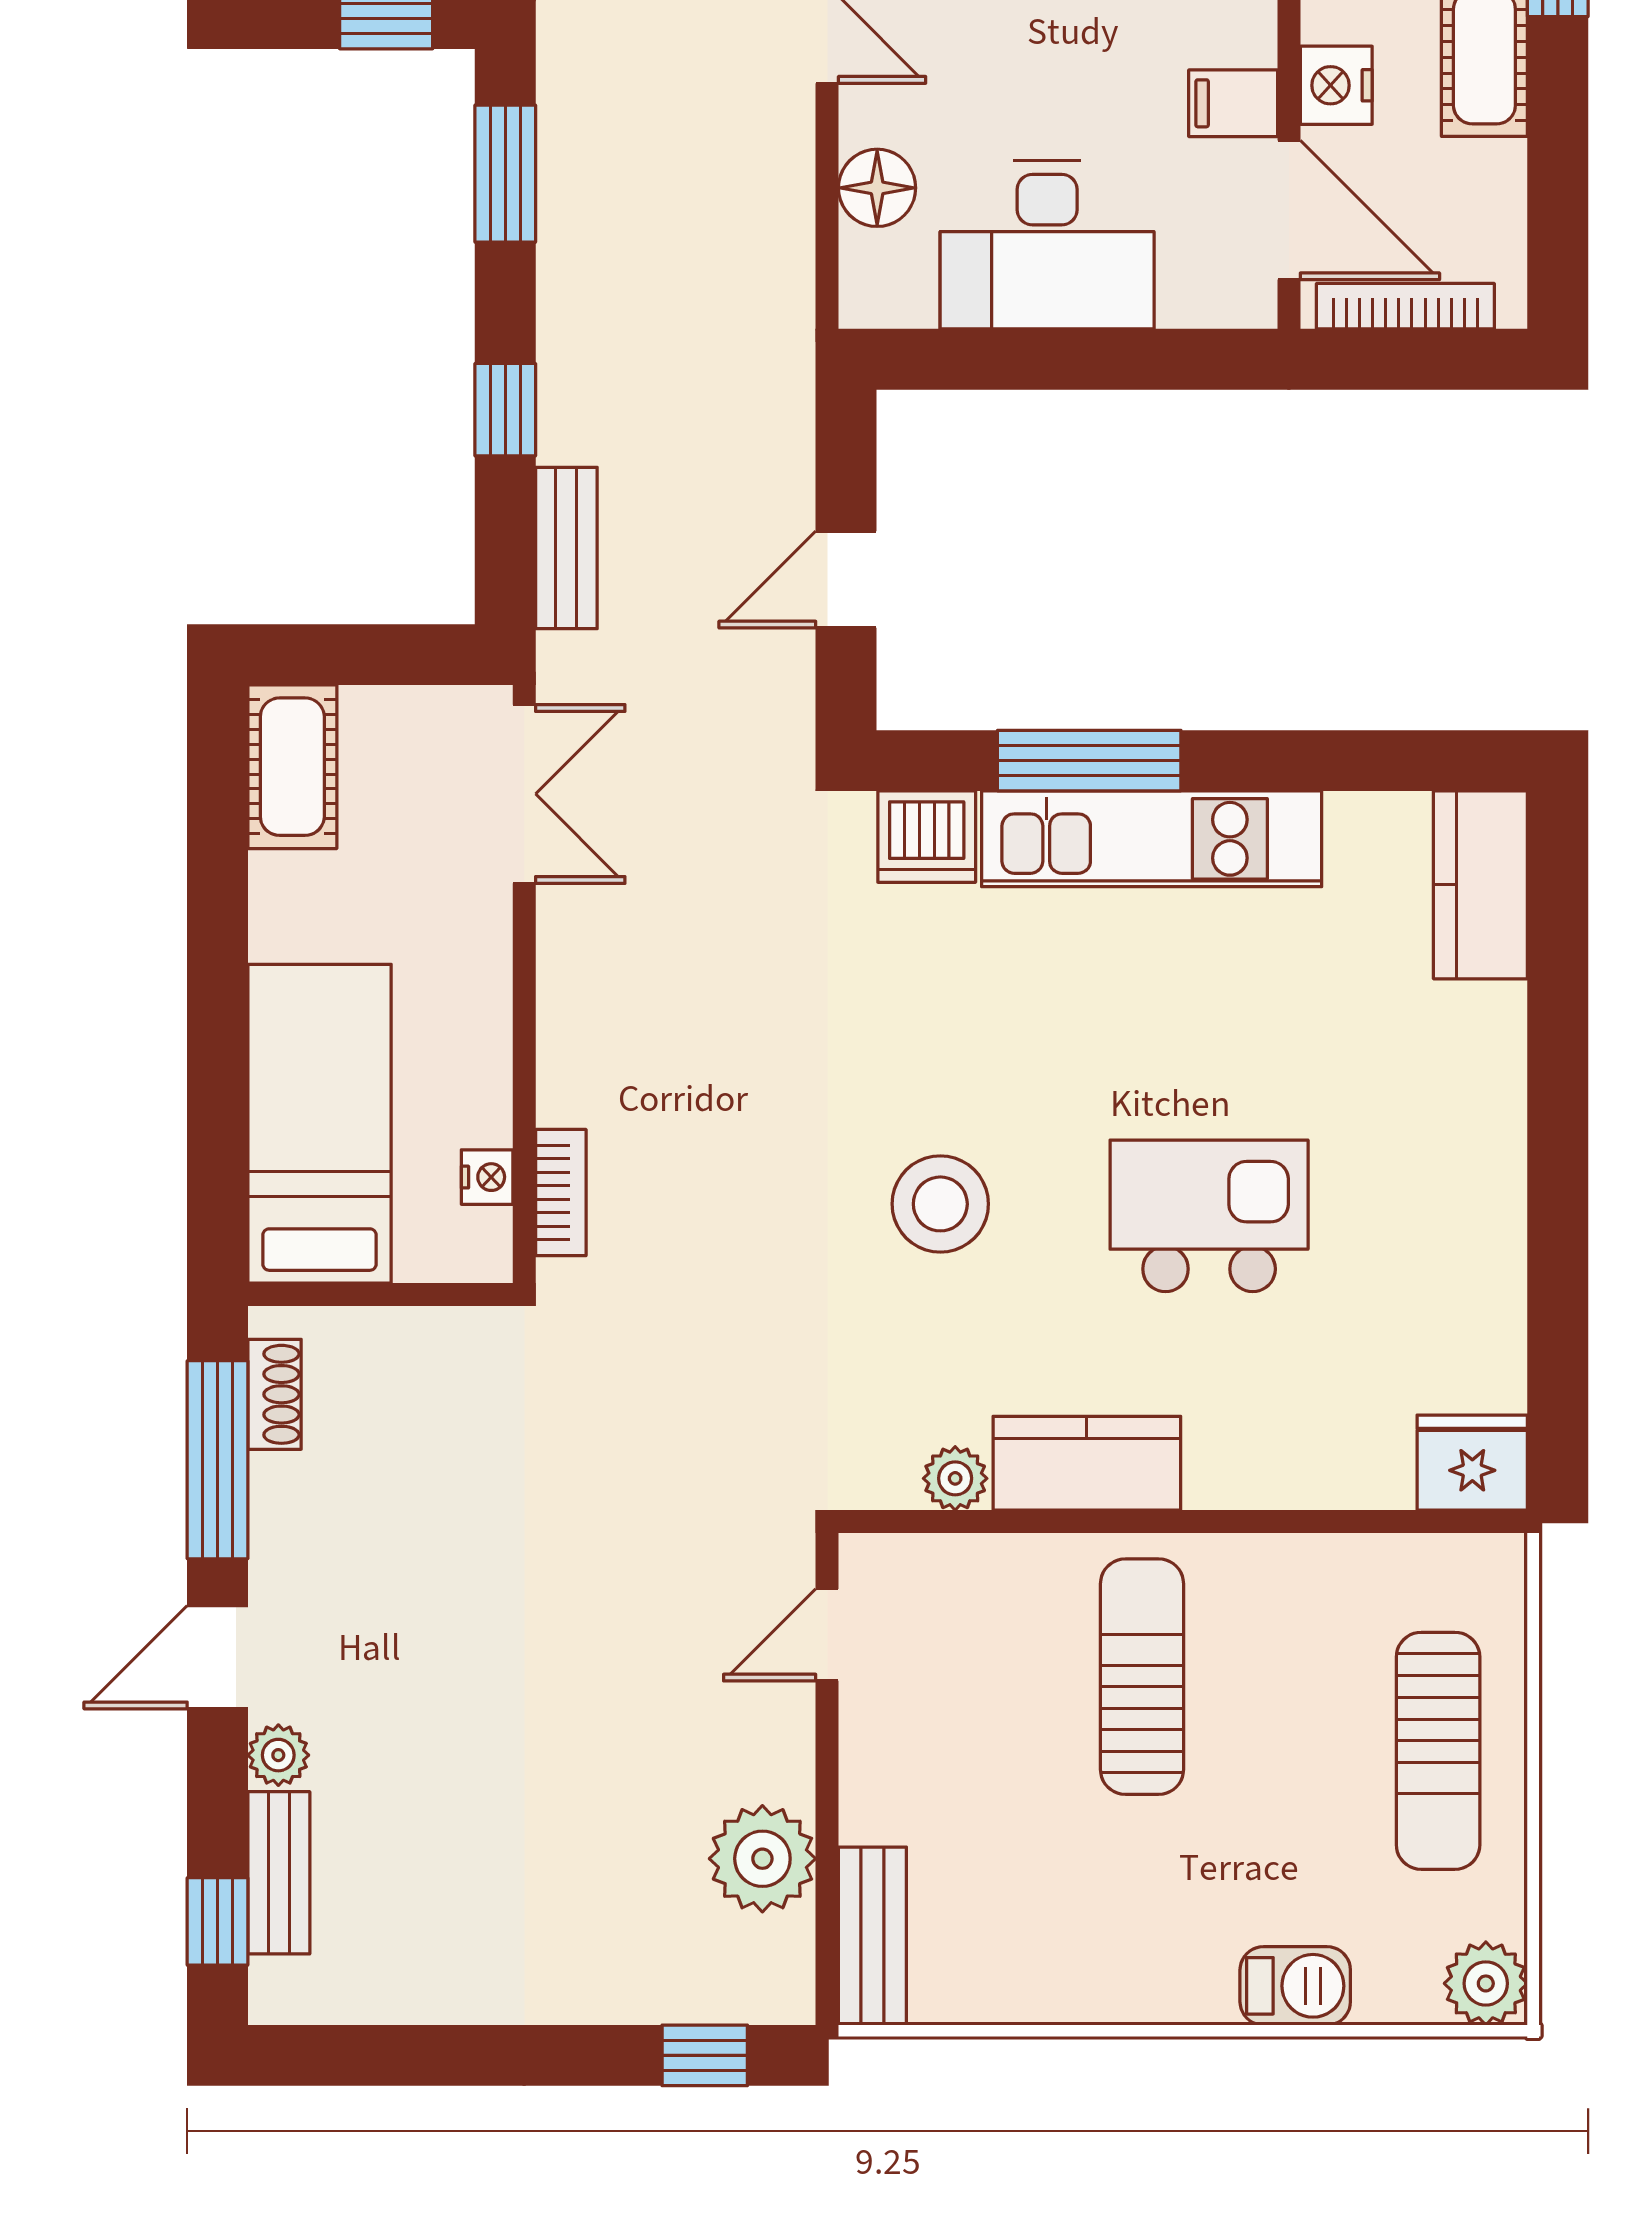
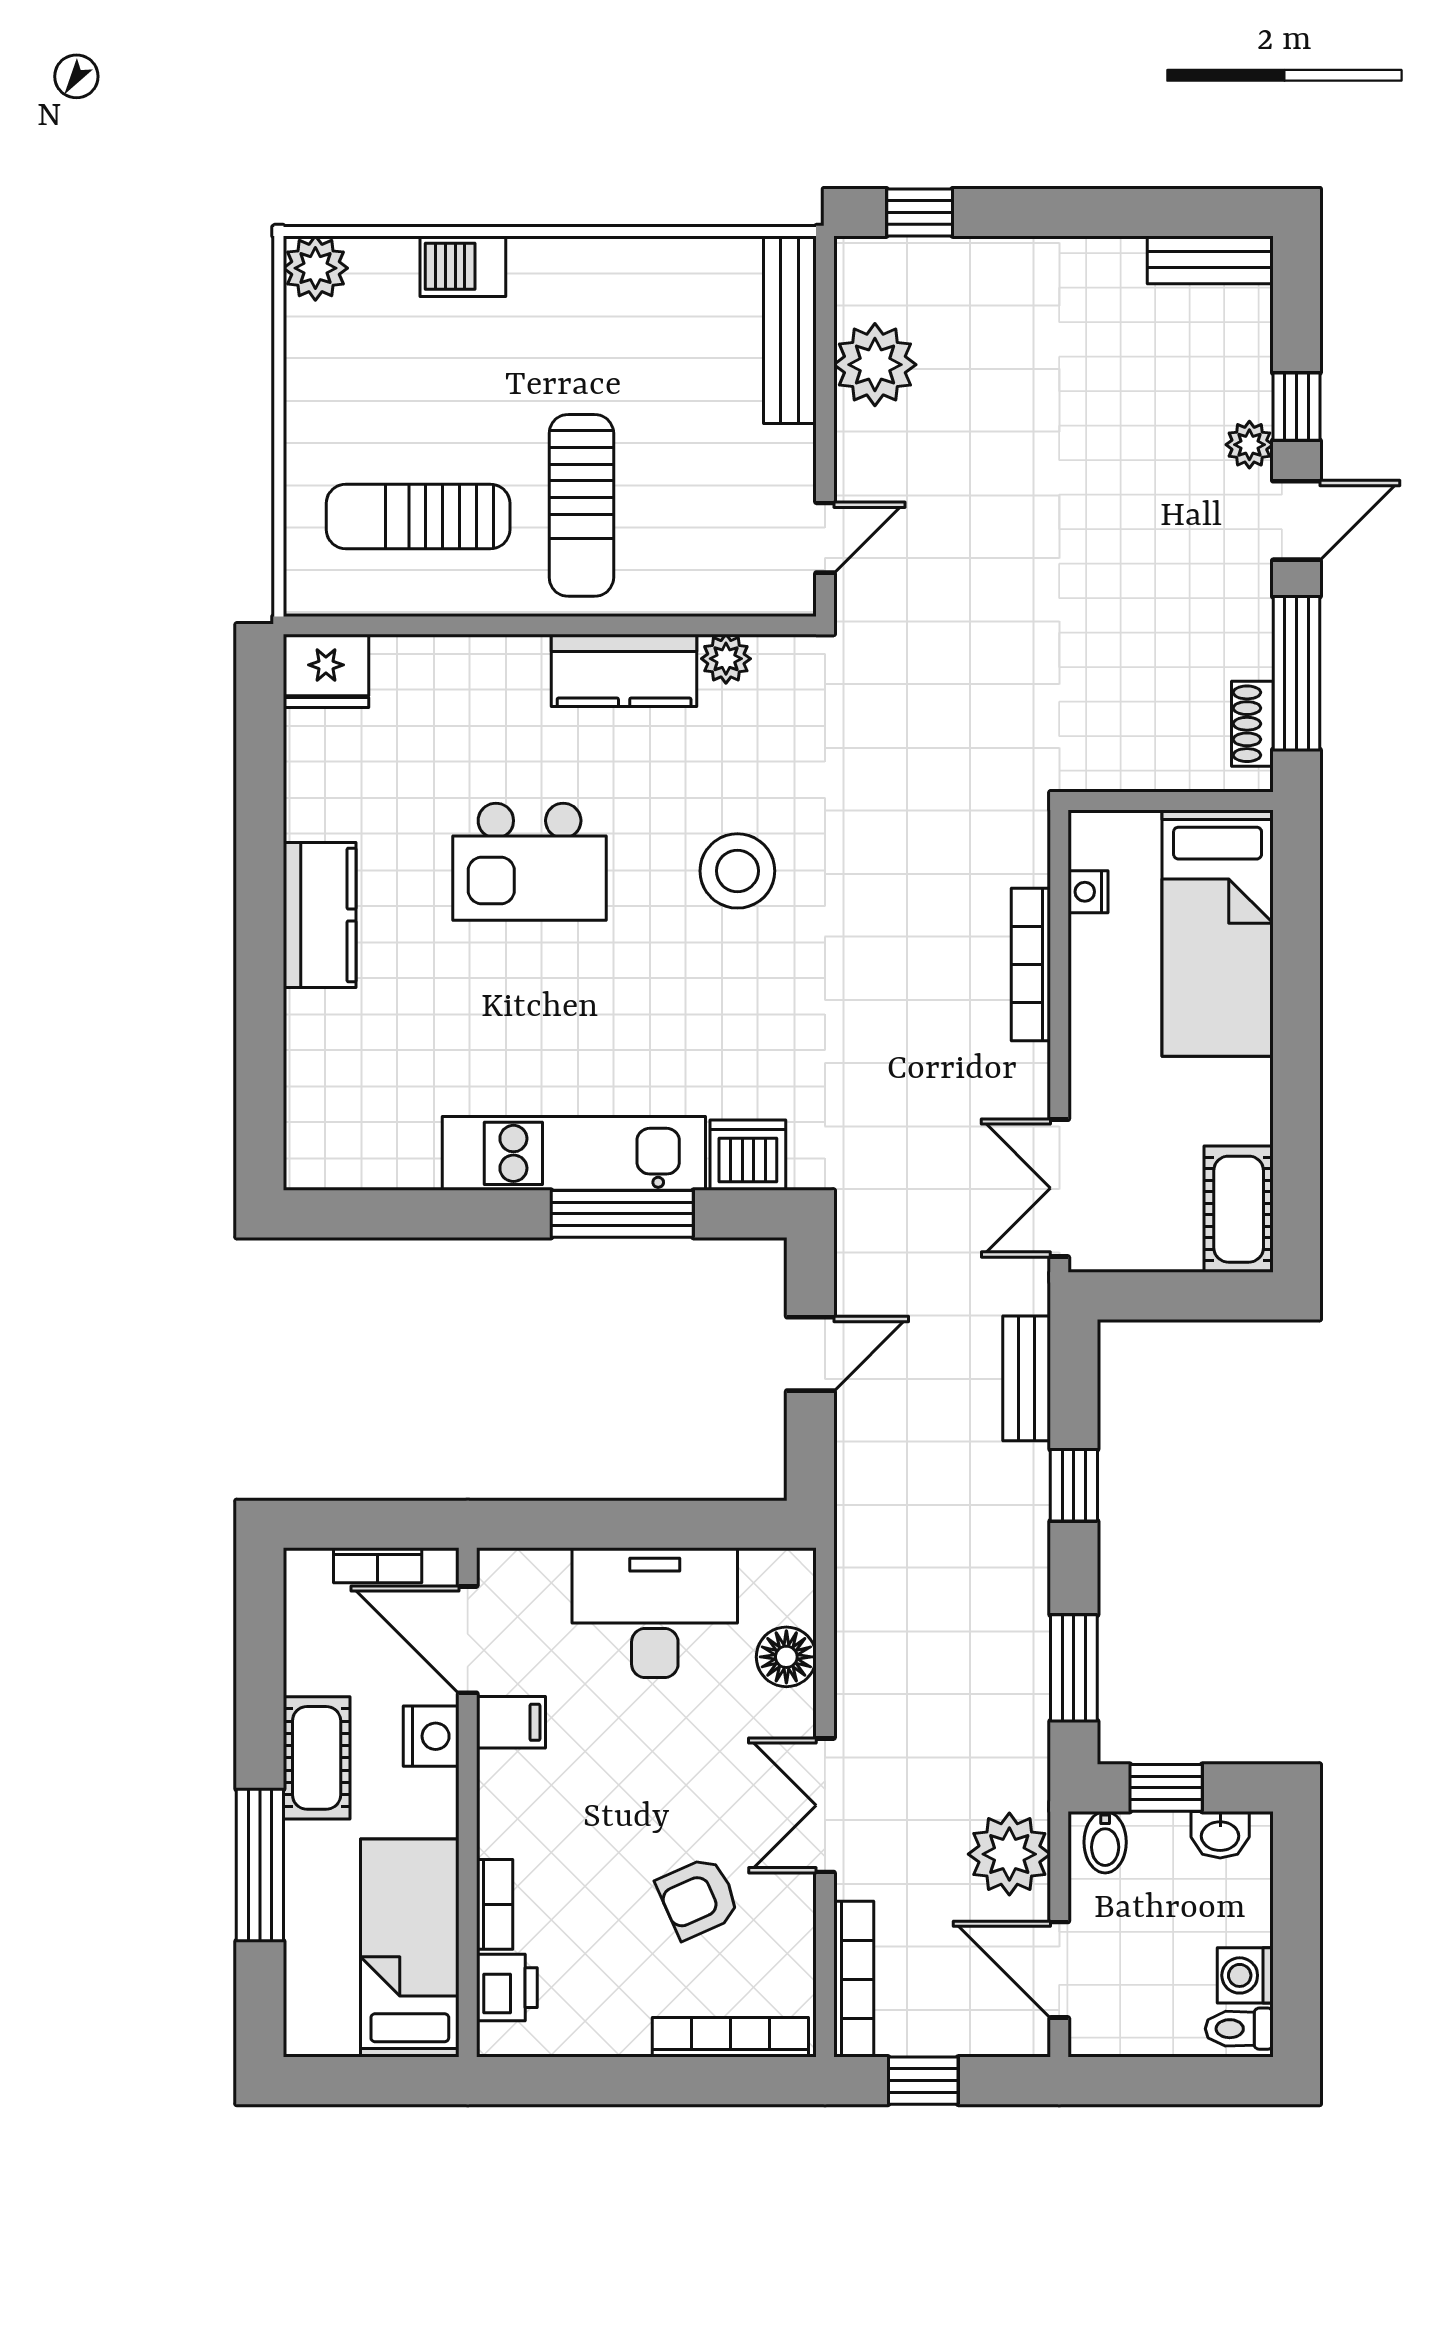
bookcase: (1405, 306) -> (378, 1565), width x0.64
kitchen counter: (1480, 885) -> (320, 915), moved
bookcase: (561, 1193) -> (1031, 965), moved, width x1.56
sun lounger: (1438, 1751) -> (418, 516), moved, turned -90
bench: (279, 1873) -> (1210, 260), moved, turned 90
window: (218, 1921) -> (1296, 407), moved
bench: (872, 1936) -> (790, 330), width x1.36

